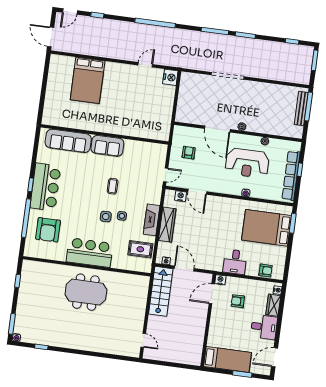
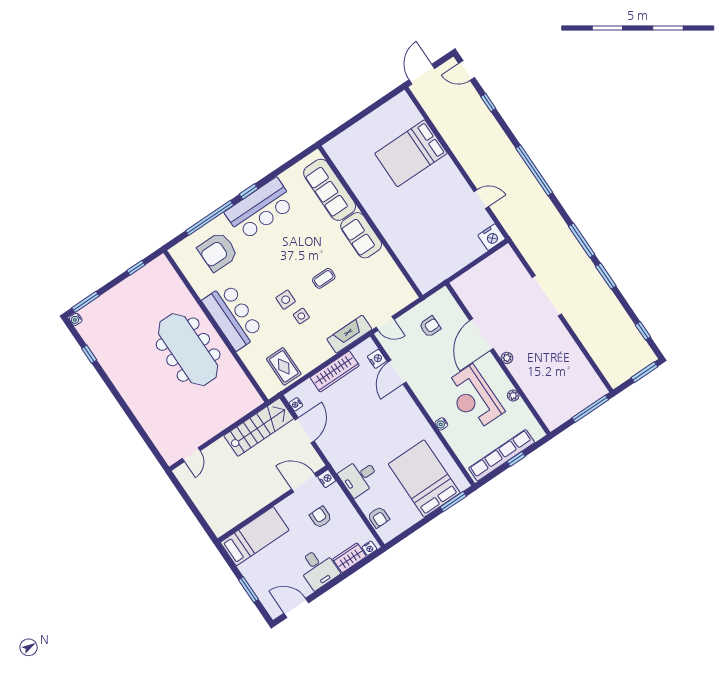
bench: (301, 109) -> (581, 403), removed
fireplace: (152, 220) -> (349, 334), moved
meeting table: (86, 292) -> (188, 350), width x1.36
bed: (228, 359) -> (255, 536), moved, turned -90

